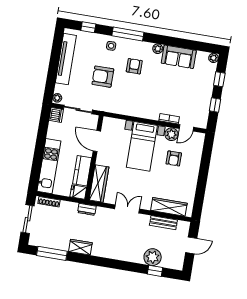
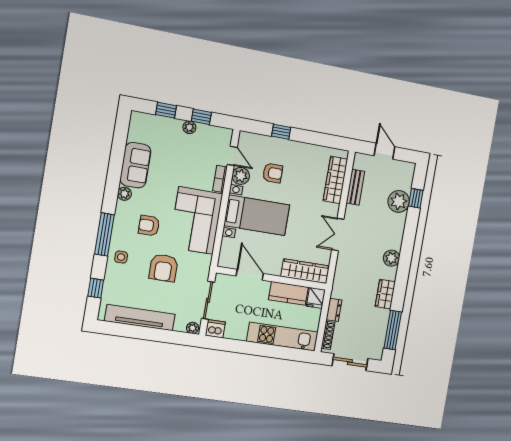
plant: (213, 58) -> (189, 127), moved
corner sofa: (138, 101) -> (196, 220), added
door: (97, 141) -> (250, 275), swing flipped
window: (205, 165) -> (281, 132), added
dresser: (87, 209) -> (334, 310), moved
plant: (108, 252) -> (391, 258), added

